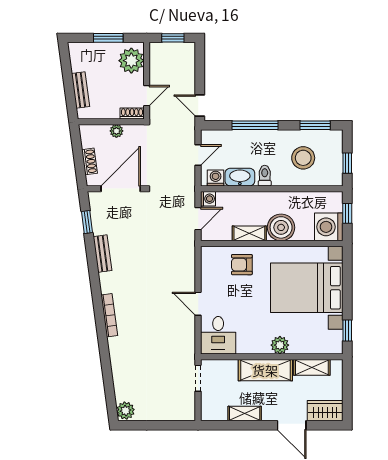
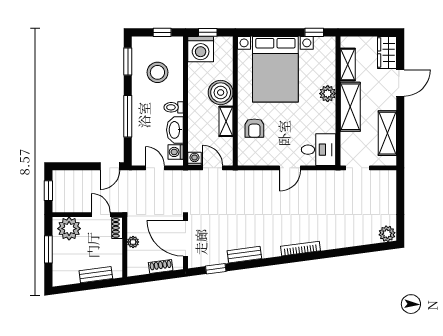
washing machine: (329, 227) -> (201, 49), moved
shelving: (245, 414) -> (387, 133), width x1.50, depth x1.33

